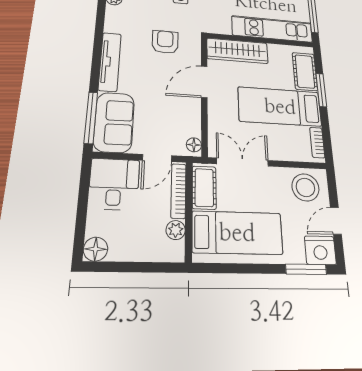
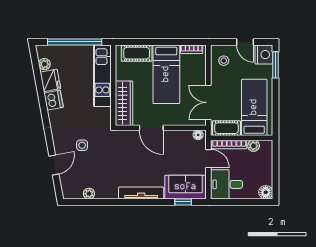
armchair: (165, 42) -> (122, 156), removed
window: (321, 90) -> (151, 42), removed
window: (91, 118) -> (183, 202), width x0.46
stool: (305, 187) -> (224, 61), width x0.53, depth x0.53

